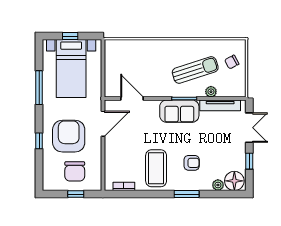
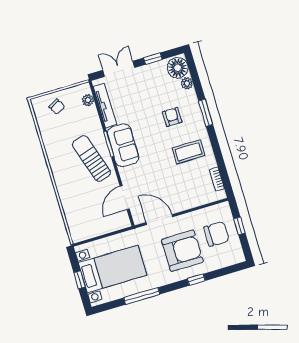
sun lounger: (195, 70) -> (91, 158), moved
plant: (211, 92) -> (88, 100), moved
armchair: (69, 136) -> (182, 251), turned 180
coffee table: (156, 168) -> (189, 152), width x0.73, depth x0.76

